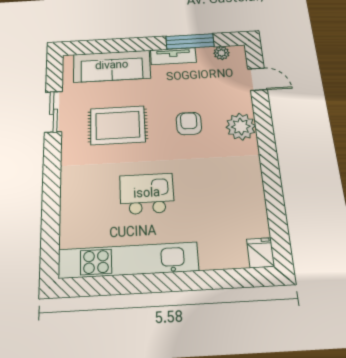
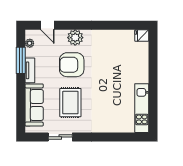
door: (257, 79) -> (47, 25), swing flipped
armchair: (189, 123) -> (72, 65), width x1.88, depth x1.88
kitchen island: (147, 194) -> (109, 89), removed
kitchen unit: (128, 260) -> (142, 108), width x0.73

